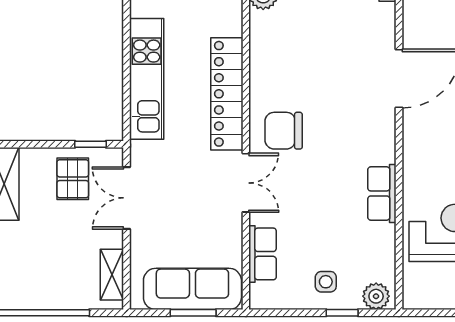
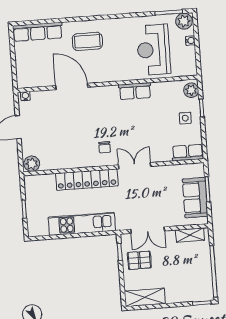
chair: (284, 131) -> (105, 147), width x0.54, depth x0.54
row of seats: (263, 254) -> (188, 153), moved
sofa: (192, 289) -> (195, 198), width x0.73

